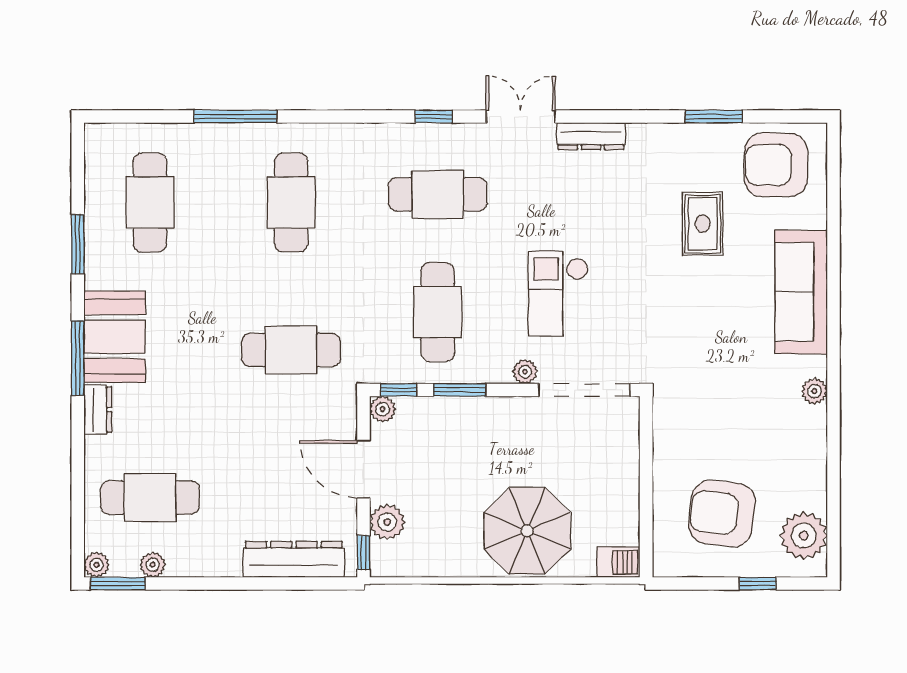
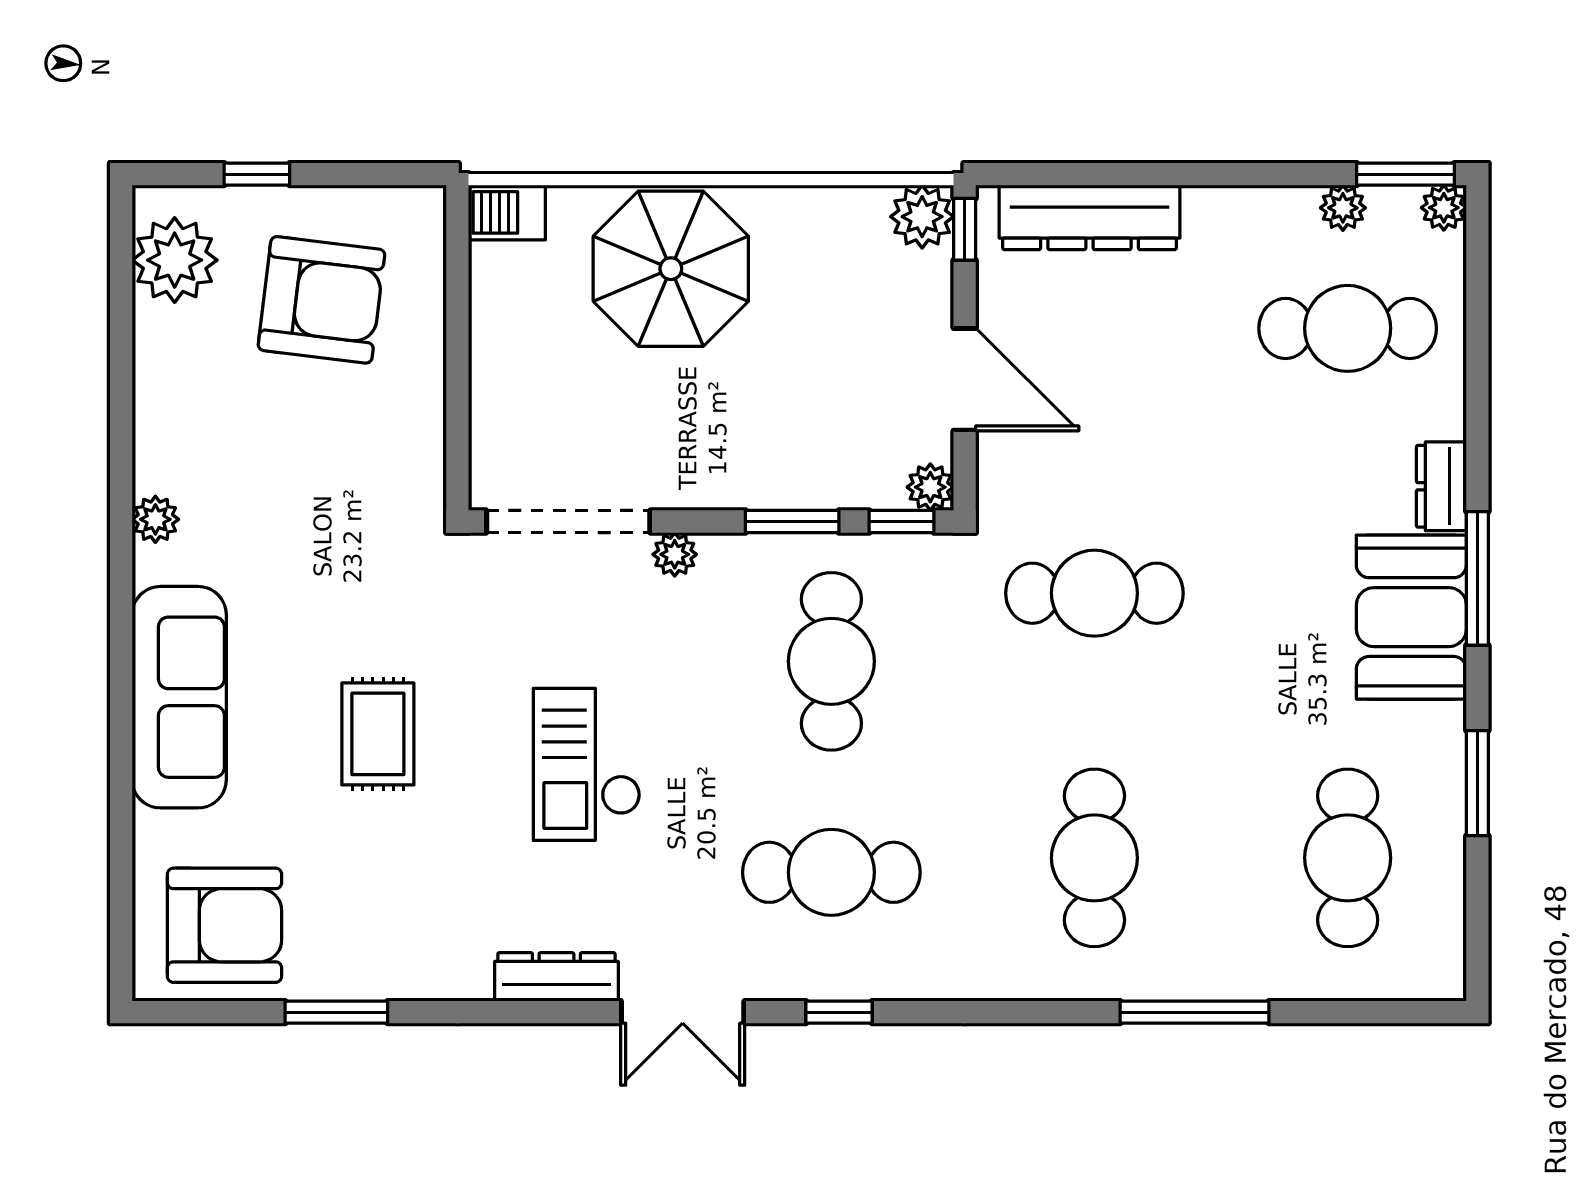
rug: (703, 224) -> (378, 734), moved
checkout: (558, 294) -> (587, 764), moved, turned 180
plant: (387, 522) -> (922, 217), moved

